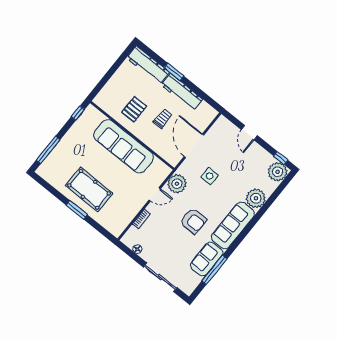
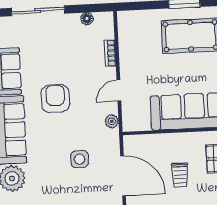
plant: (177, 184) -> (112, 121), width x0.53, depth x0.53
armchair: (193, 221) -> (55, 99), turned 90

